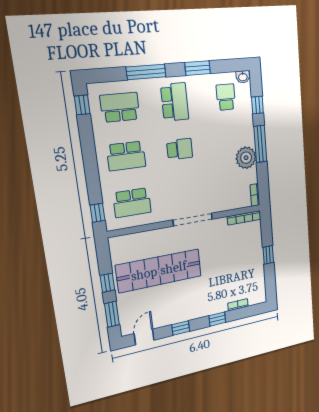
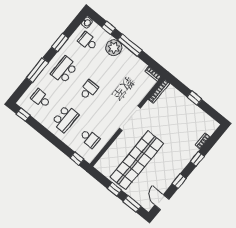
school desk: (175, 102) -> (64, 70), turned -90
school desk: (120, 107) -> (41, 99), width x0.54
plant: (246, 158) -> (114, 48), moved
school desk: (132, 203) -> (89, 138), width x0.54

